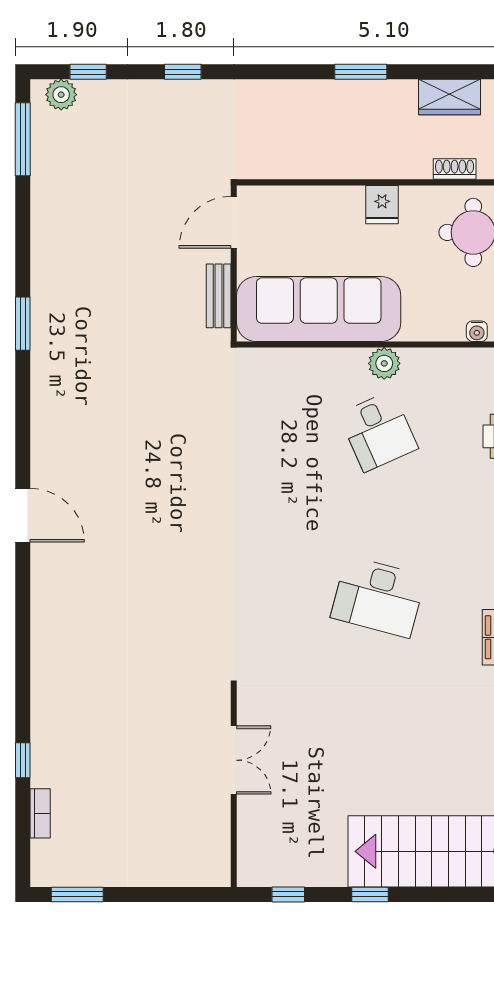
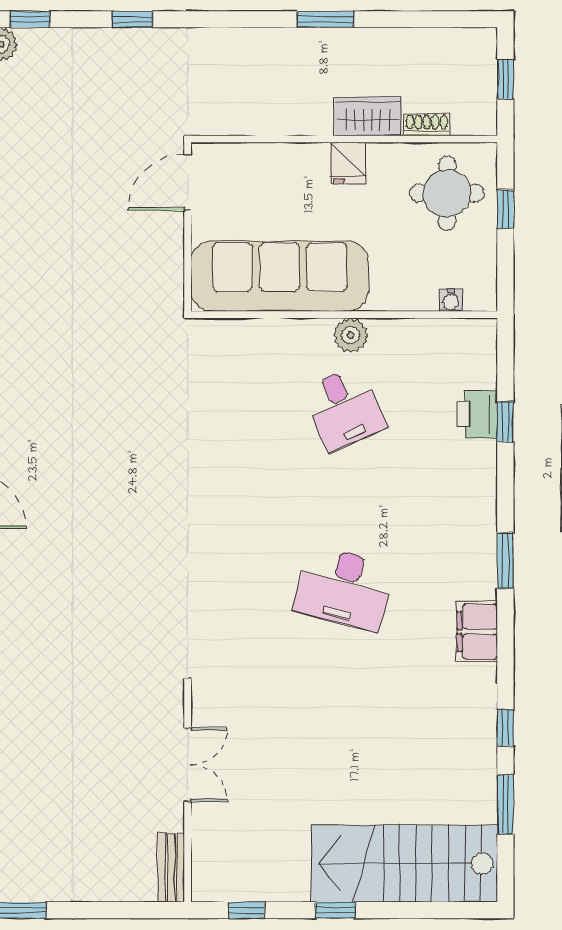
wardrobe: (449, 97) -> (368, 116), moved, turned 180
bench: (219, 296) -> (171, 868), moved

